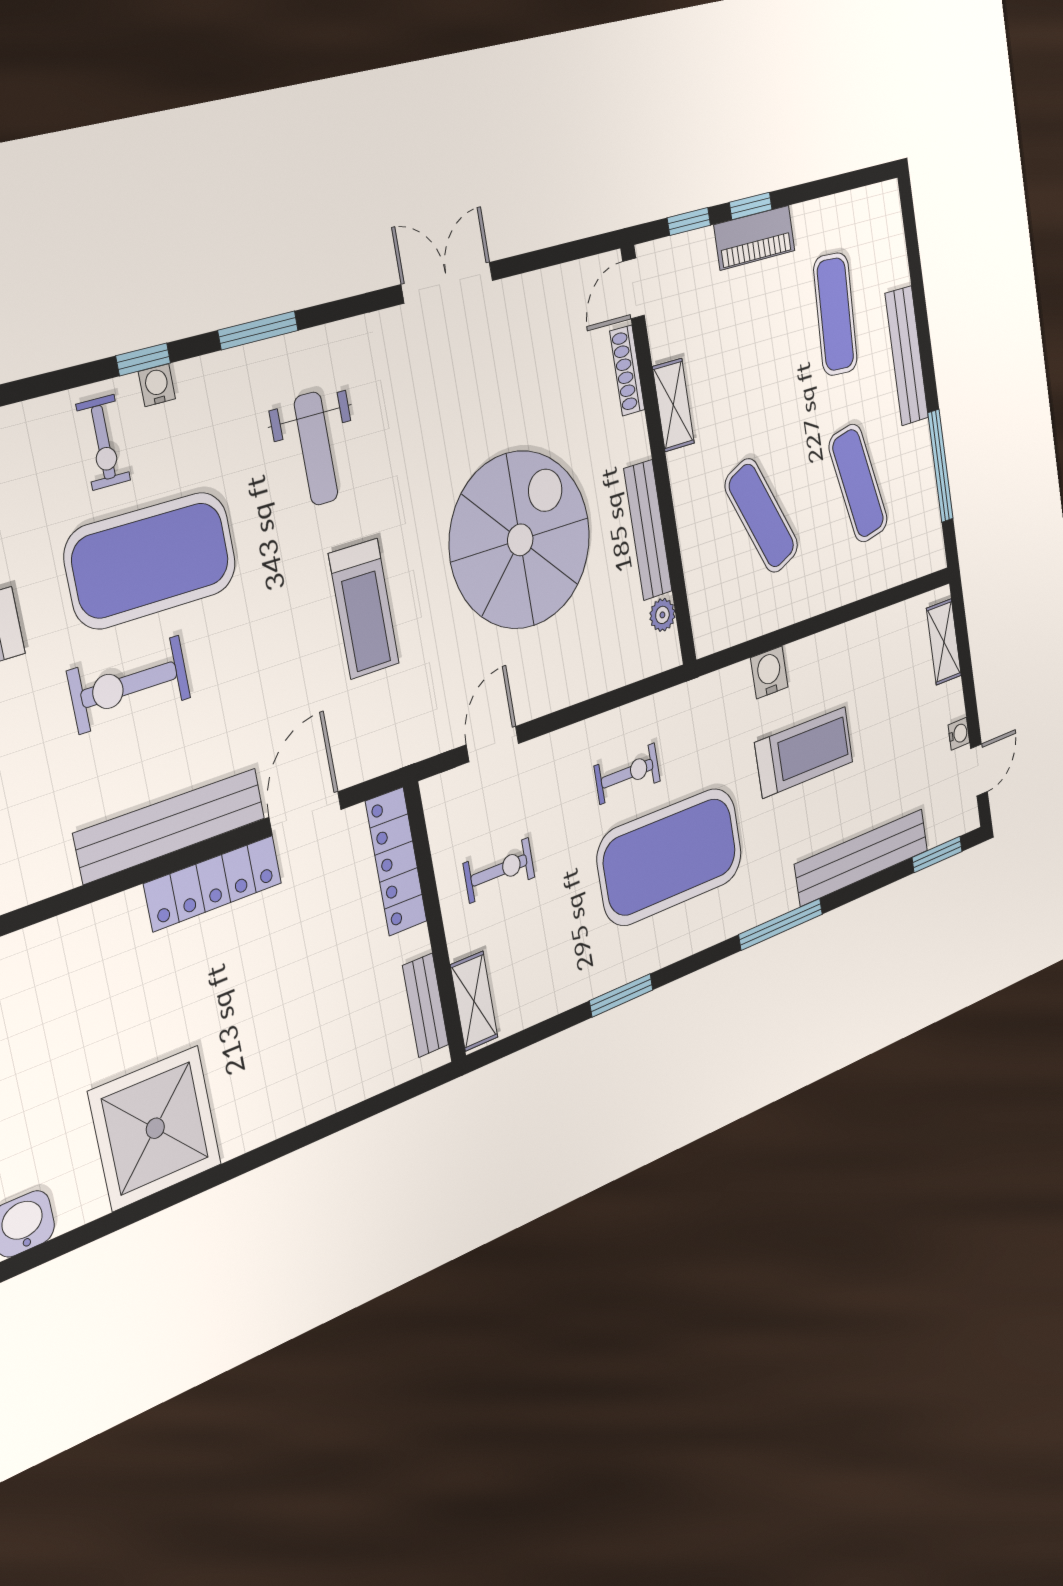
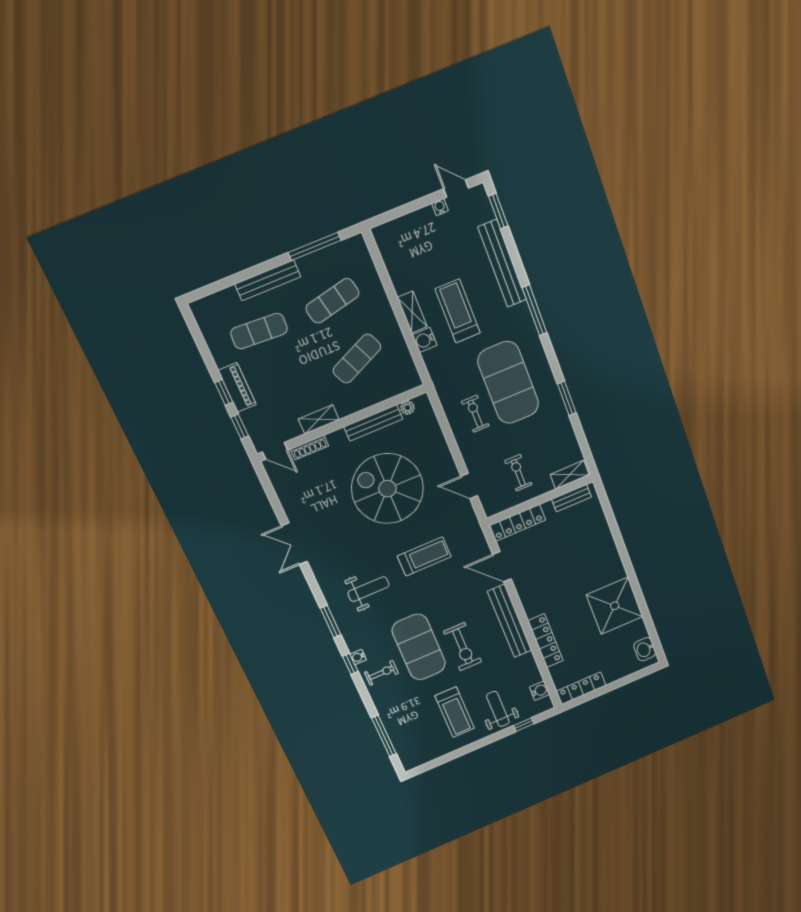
shelving: (944, 642) -> (412, 312), moved, turned 90
locker: (213, 883) -> (545, 641), moved

